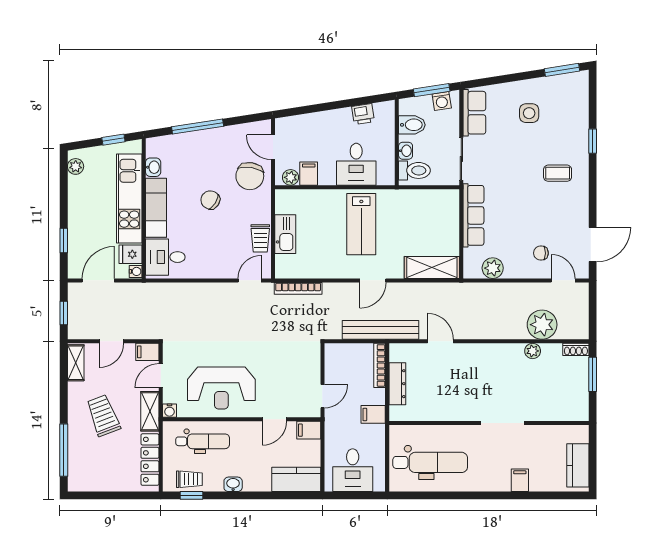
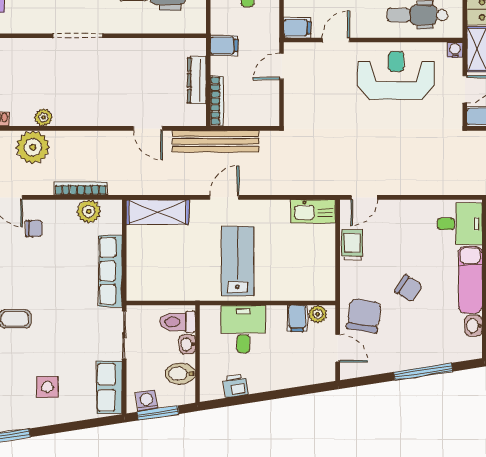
kitchen sink: (285, 234) -> (313, 211), moved, turned -90
bookcase: (298, 288) -> (81, 188), moved

